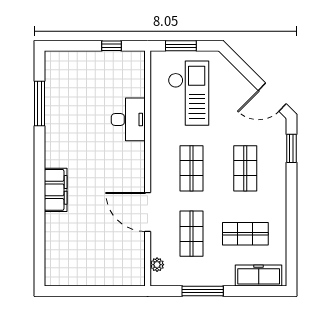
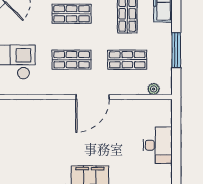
desk: (128, 119) -> (158, 145), moved, turned 90
door: (148, 212) -> (92, 97), moved

